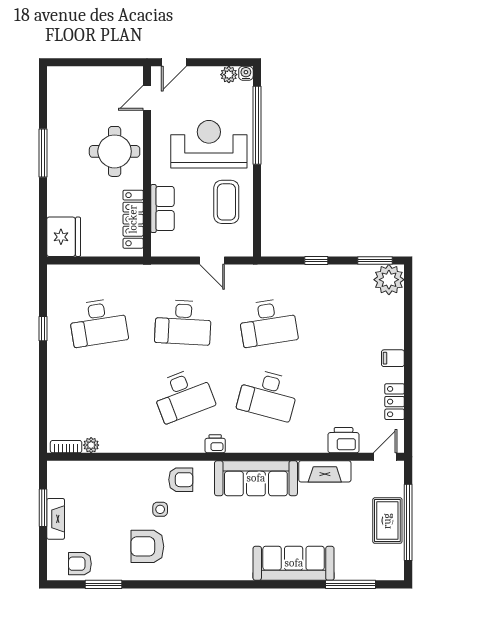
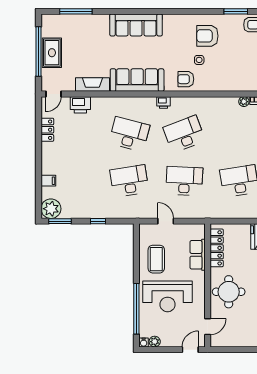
filing cabinet: (393, 358) -> (48, 181), moved
armchair: (147, 546) -> (207, 36), turned 180
sofa: (294, 563) -> (136, 25), moved

